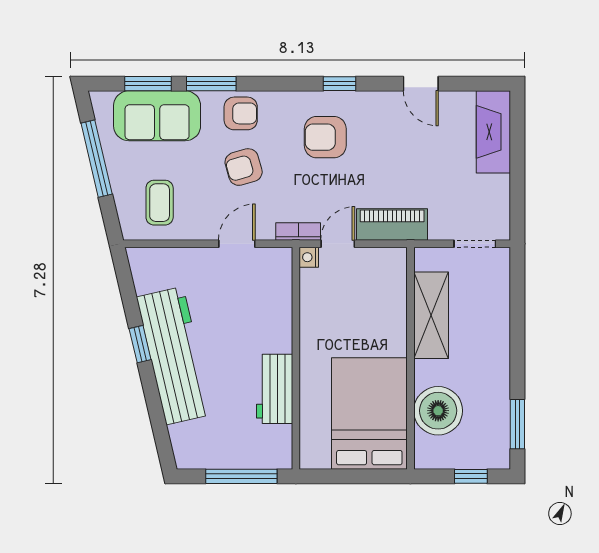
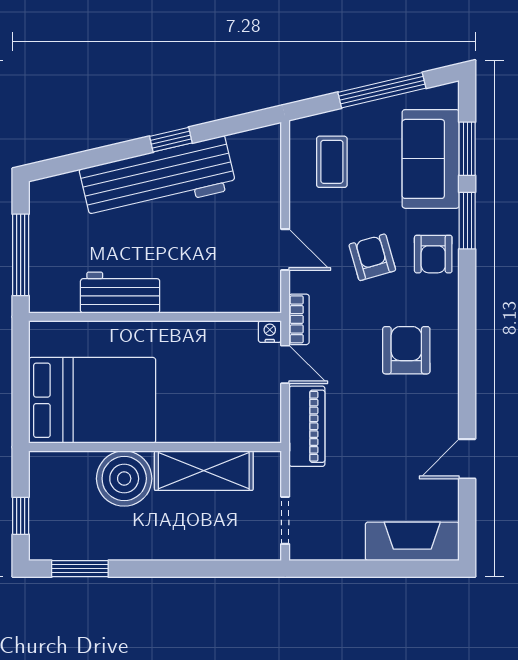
window: (340, 84) -> (467, 366), removed
coffee table: (160, 203) -> (332, 162), turned 90
boiler: (438, 411) -> (124, 479), moved

